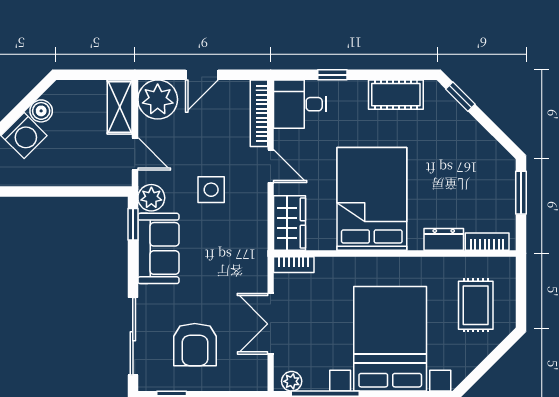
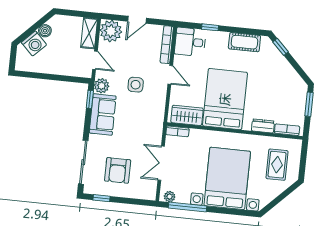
wardrobe: (290, 223) -> (187, 115), moved, turned -90

